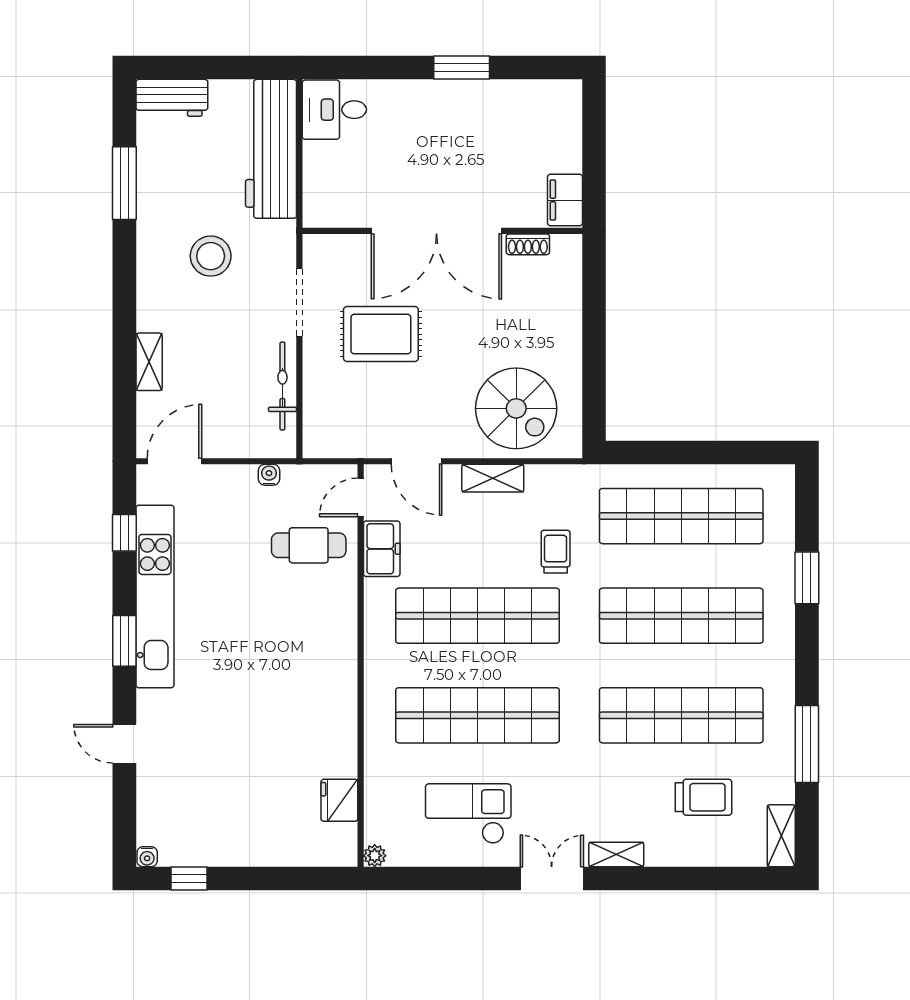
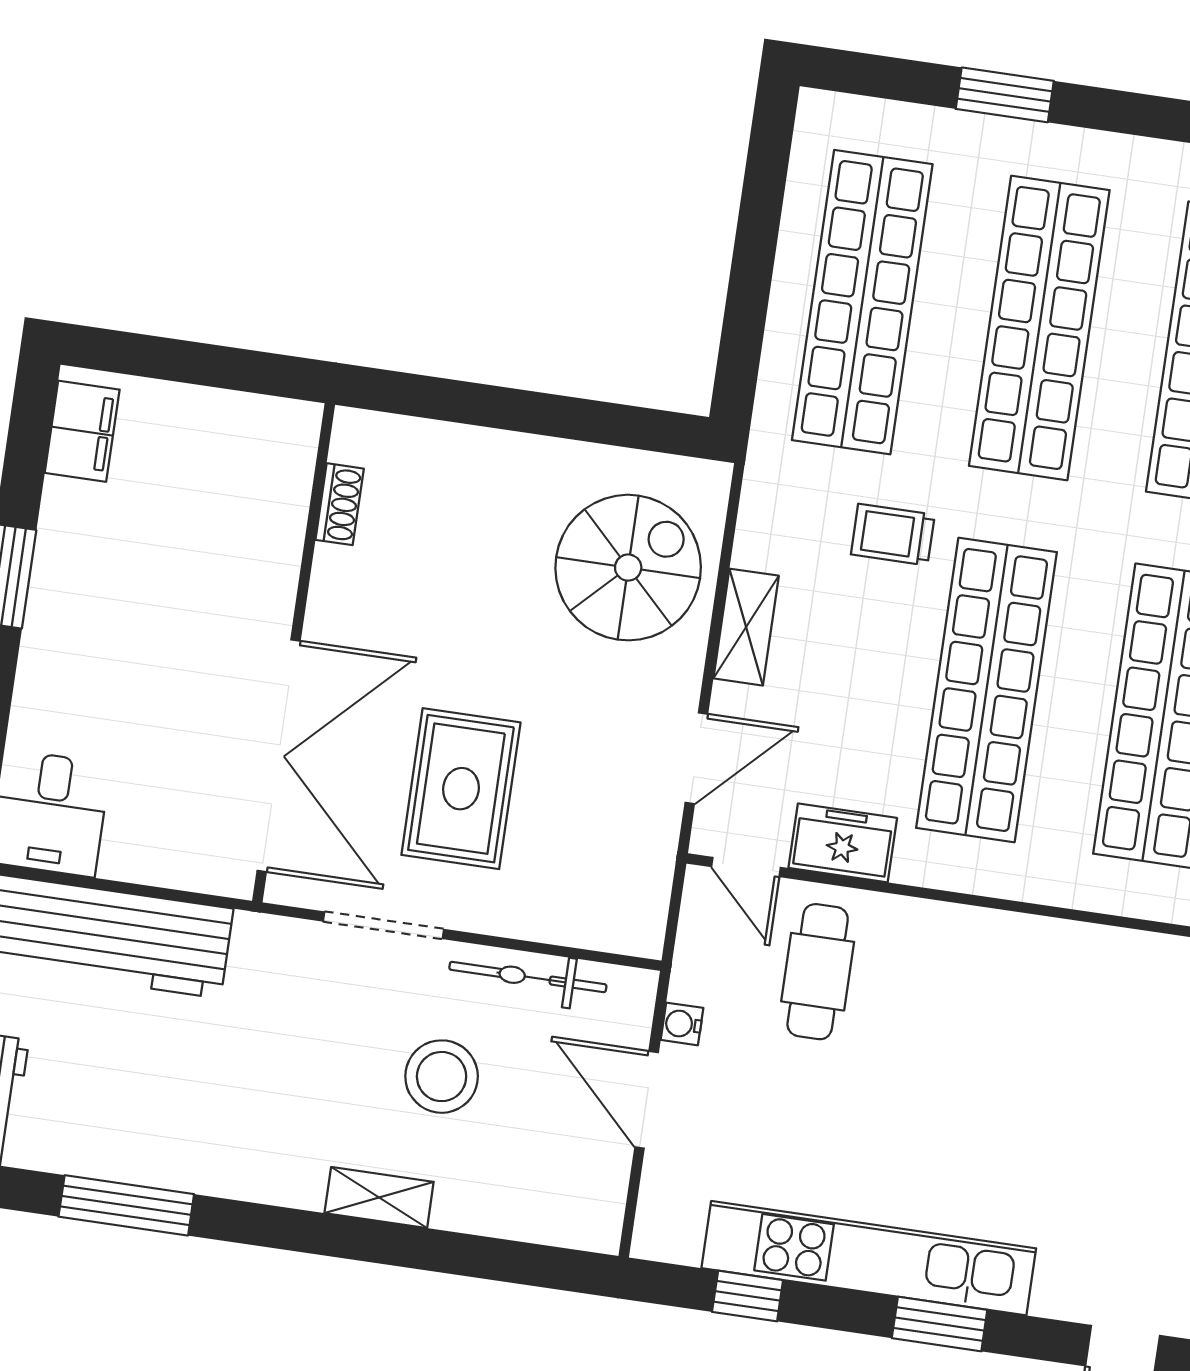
filing cabinet: (565, 200) -> (82, 431), moved, turned -90
double door: (436, 231) -> (279, 756), moved
stool: (211, 256) -> (442, 1077), moved
shelving: (149, 362) -> (379, 1197), moved
door: (174, 461) -> (647, 1100), moved

